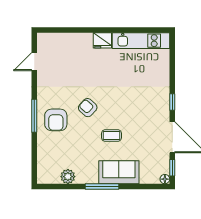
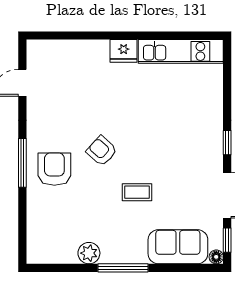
armchair: (56, 120) -> (54, 169), turned 180
sofa: (119, 172) -> (178, 247), moved
plant: (68, 177) -> (89, 253), moved

